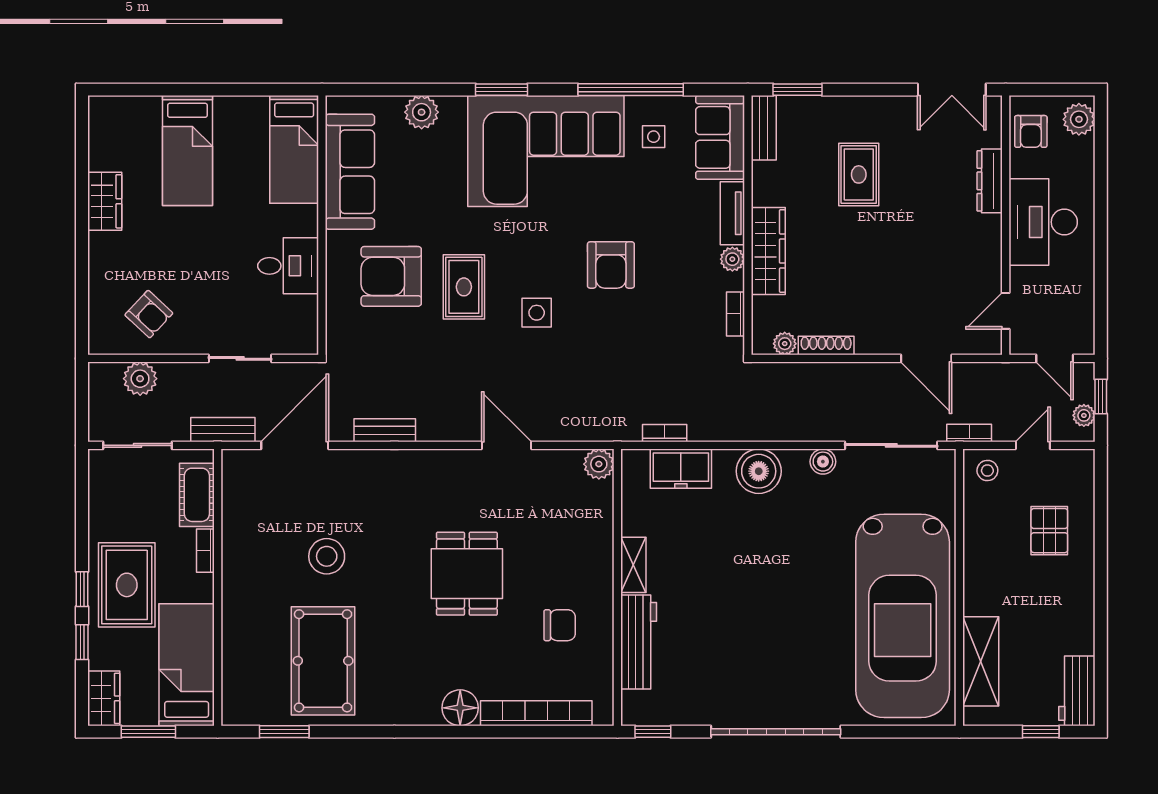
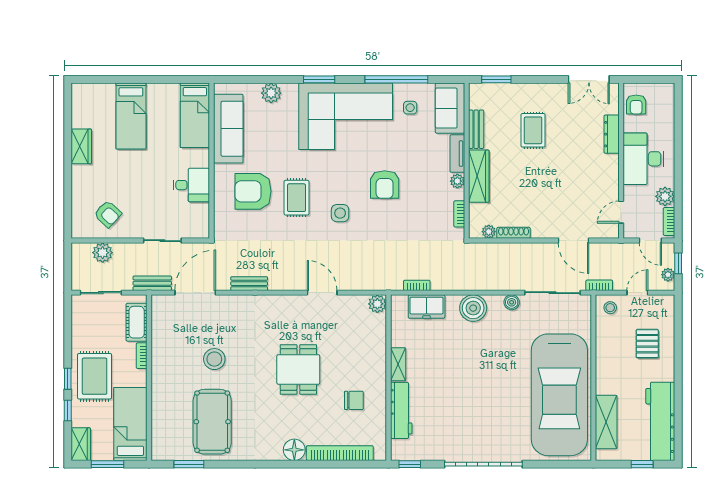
plant: (1079, 119) -> (665, 196), moved
bench: (764, 128) -> (476, 129), moved
bookcase: (1086, 327) -> (669, 221), added
workbench: (1077, 691) -> (660, 421), width x1.88, depth x1.32

